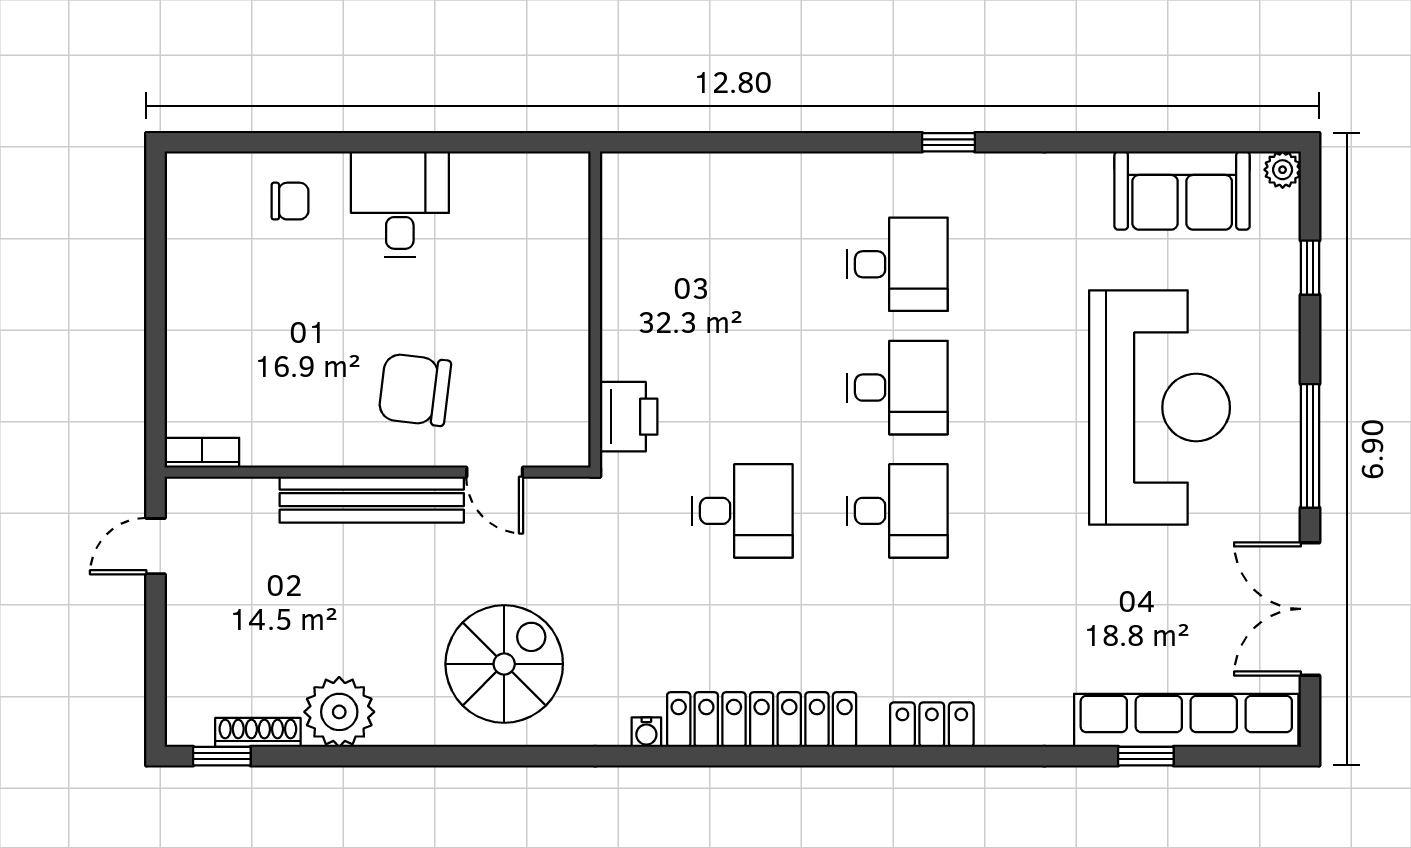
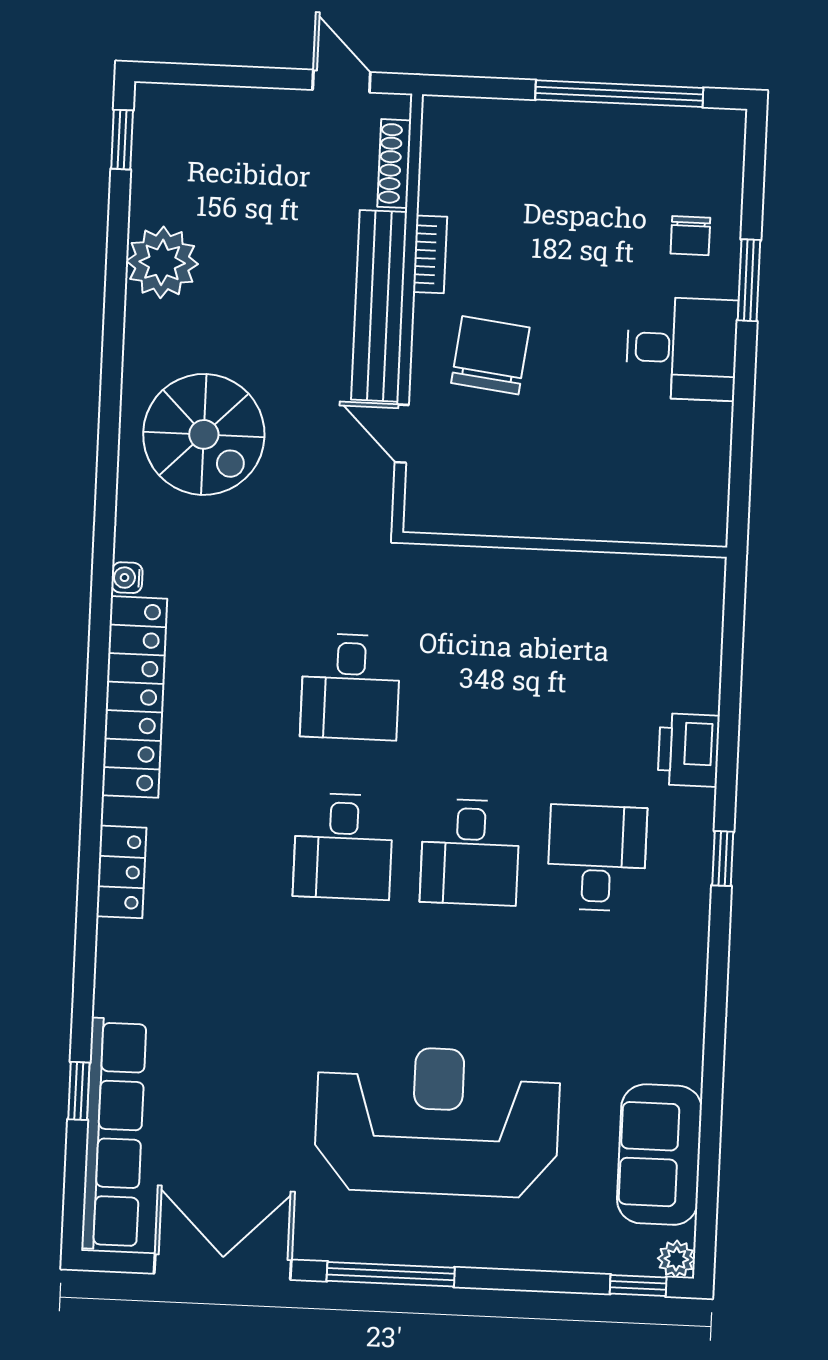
window: (331, 142) -> (749, 280), added
window: (949, 142) -> (723, 859), moved
desk: (897, 264) -> (597, 858), turned 180
window: (1310, 268) -> (638, 1285), moved
window: (156, 276) -> (619, 94), added
reception desk: (1159, 408) -> (437, 1121), turned 180
printer: (629, 417) -> (689, 750), moved, turned 90
bookcase: (202, 453) -> (430, 254), moved
door: (495, 472) -> (402, 434), hinge flipped
shoe rack: (258, 732) -> (394, 164), moved, turned 180

